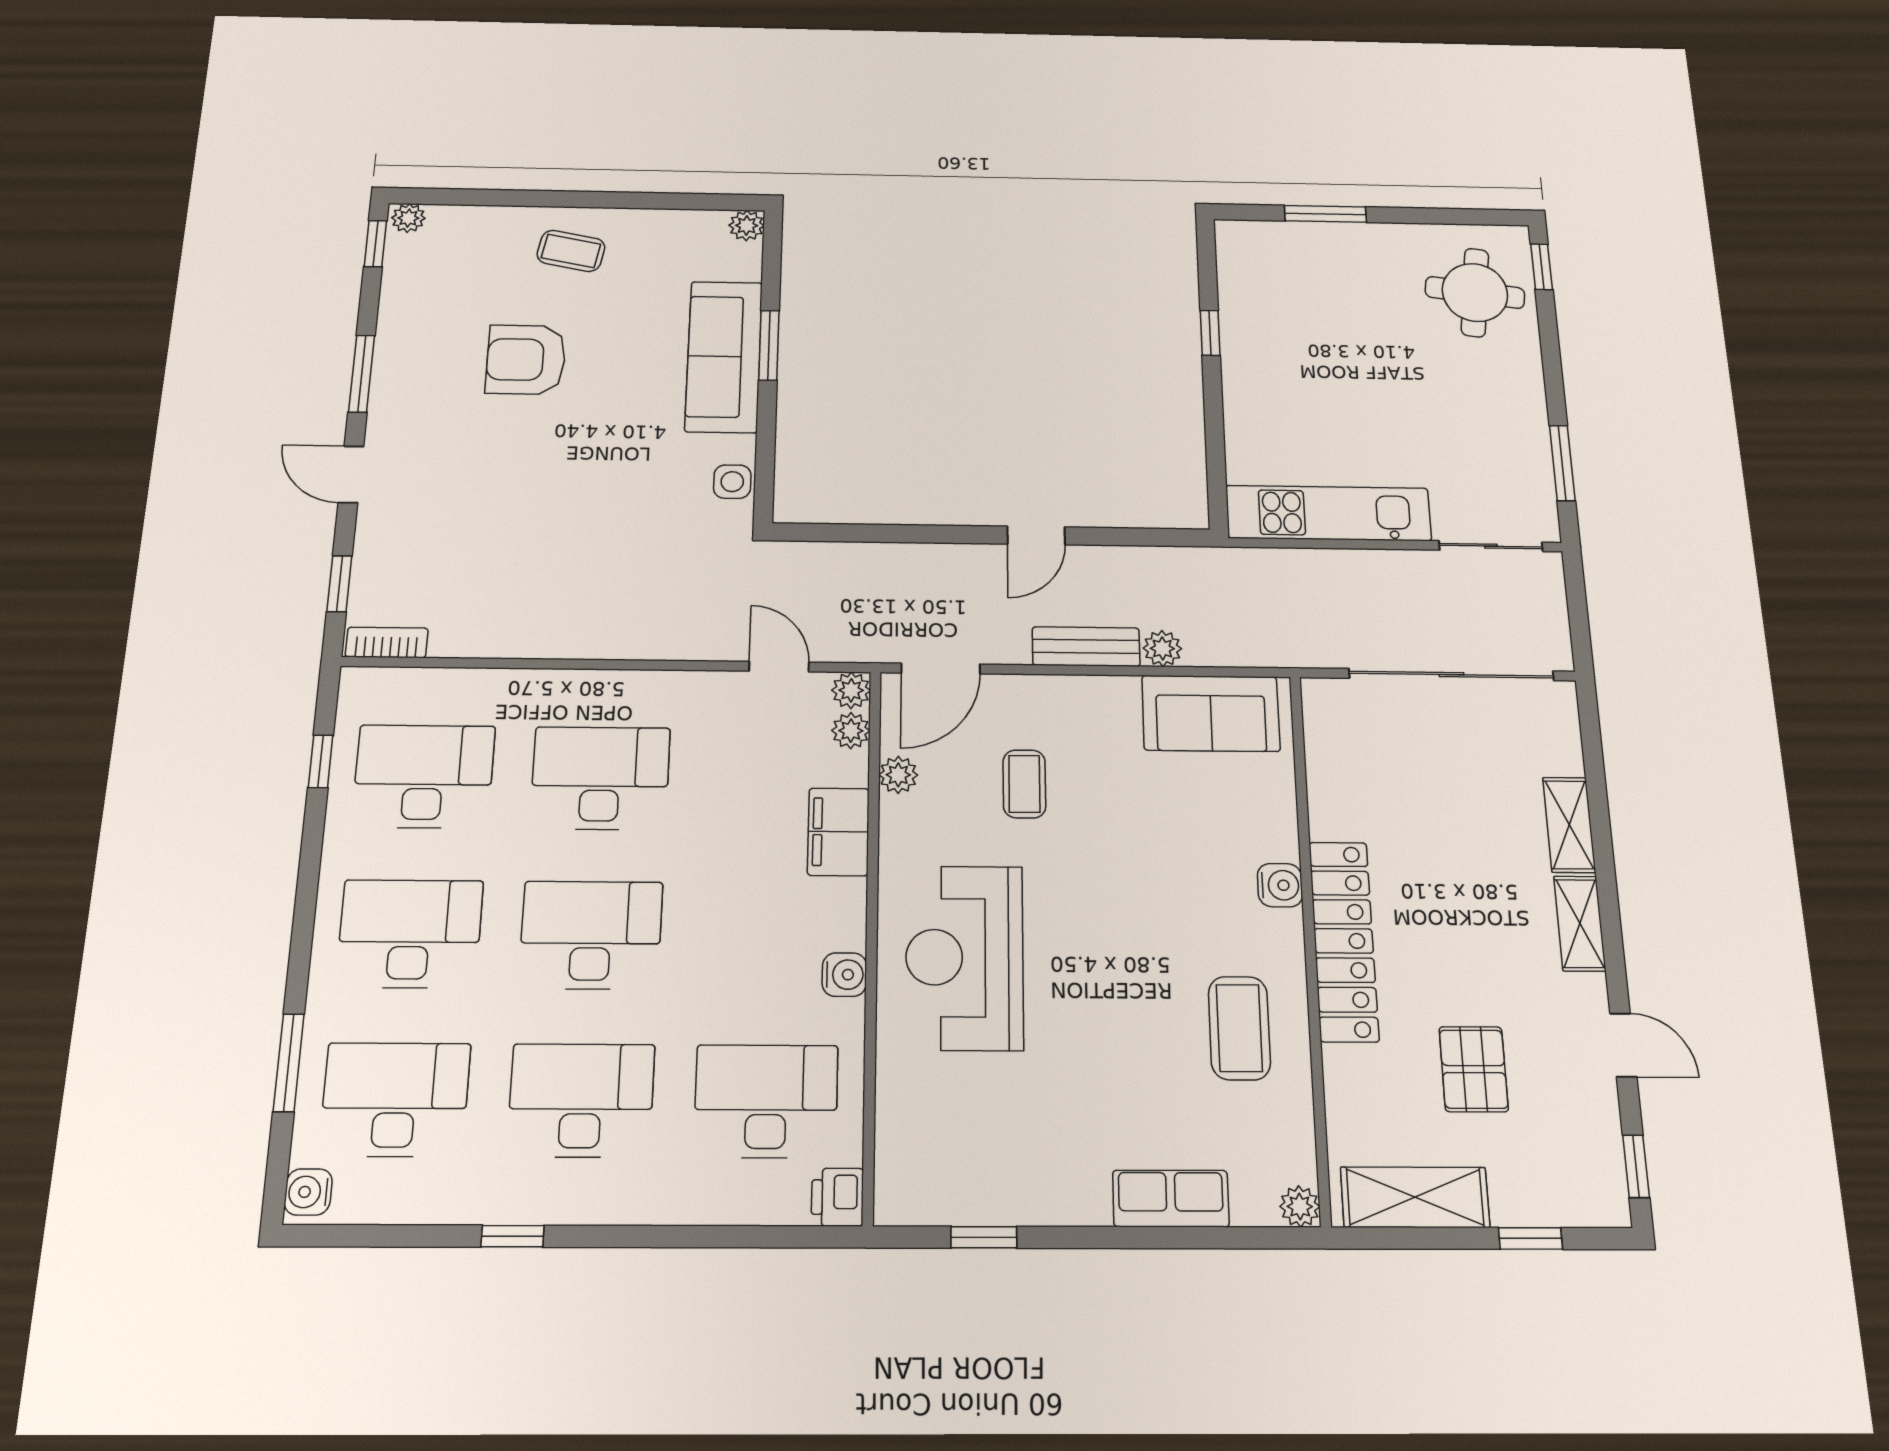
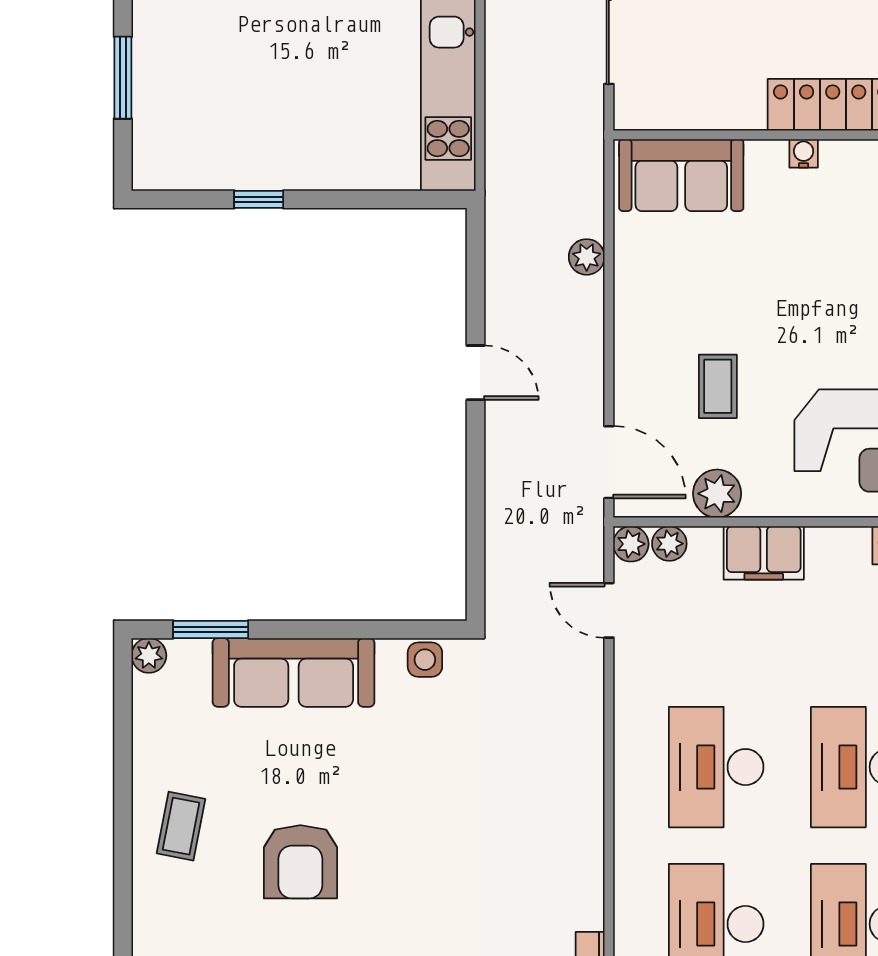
window: (769, 345) -> (211, 629), moved
bench: (1086, 647) -> (586, 328), removed
door: (779, 667) -> (609, 610), hinge flipped
sofa: (1211, 713) -> (681, 175), moved, turned 90
plant: (898, 775) -> (717, 494), width x1.38, depth x1.38
coffee table: (1024, 784) -> (718, 386), turned 90
water cooler: (1280, 885) -> (804, 153), width x0.72, depth x0.72

